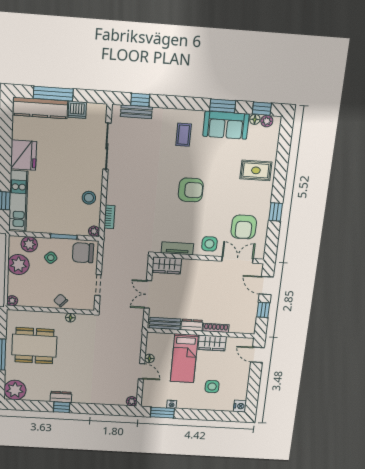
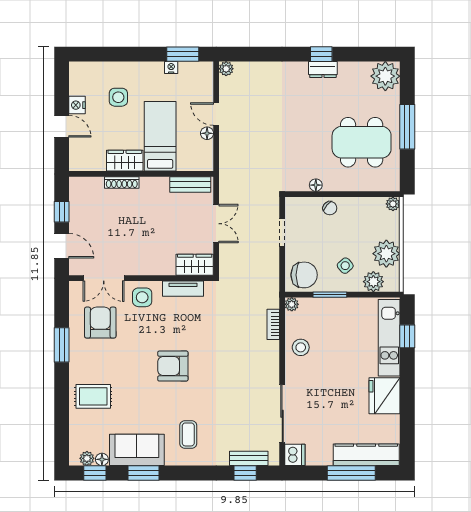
dishwasher: (77, 110) -> (295, 455), moved, turned 90
window: (276, 212) -> (62, 345), width x1.50
dresser: (192, 325) -> (154, 185), removed
door: (258, 355) -> (62, 126), moved
nightstand: (240, 406) -> (77, 105), moved

